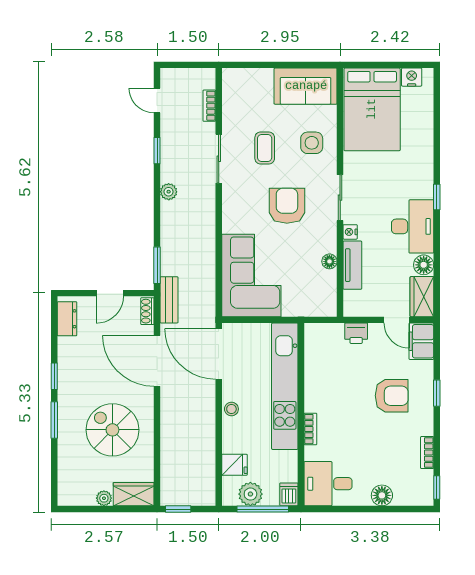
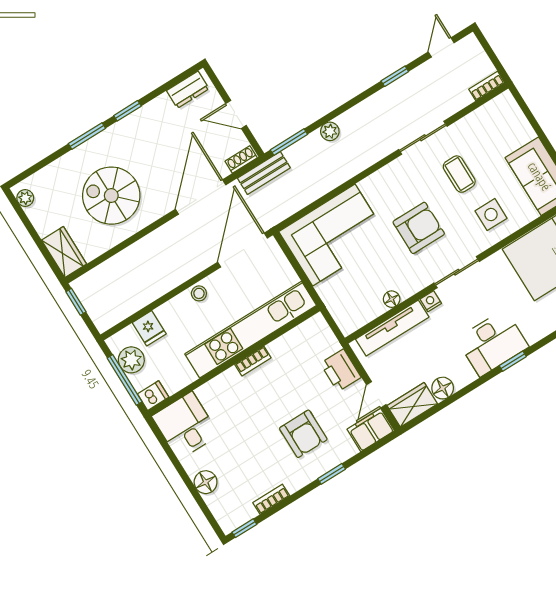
bookcase: (209, 106) -> (487, 86), moved
coffee table: (265, 148) -> (459, 174), turned 90
plant: (169, 192) -> (330, 131), moved
desk: (413, 226) -> (492, 343), moved
tv unit: (352, 265) -> (392, 328), width x1.41
printer: (356, 333) -> (341, 370), width x1.36, depth x1.24
bookcase: (310, 429) -> (253, 361), moved
spiral stairs: (112, 430) -> (111, 196), turned -90
plant: (104, 498) -> (25, 198), moved

